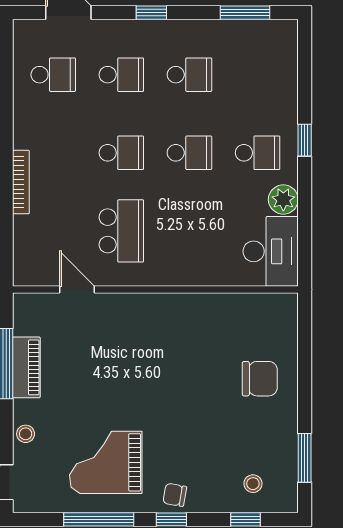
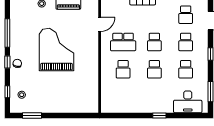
school desk: (258, 153) -> (123, 69), moved
plant: (283, 200) -> (136, 107), removed
desk: (271, 251) -> (188, 102), moved
chair: (260, 379) -> (64, 97), removed
grand piano: (106, 462) -> (57, 50), moved, width x1.37, depth x1.48

